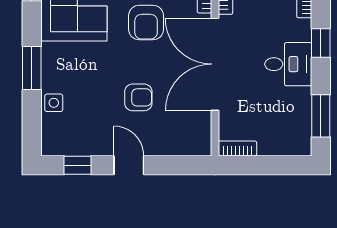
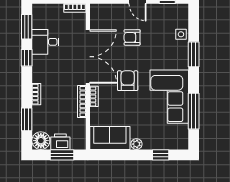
window: (321, 43) -> (27, 58), moved
desk: (288, 64) -> (45, 42), moved

